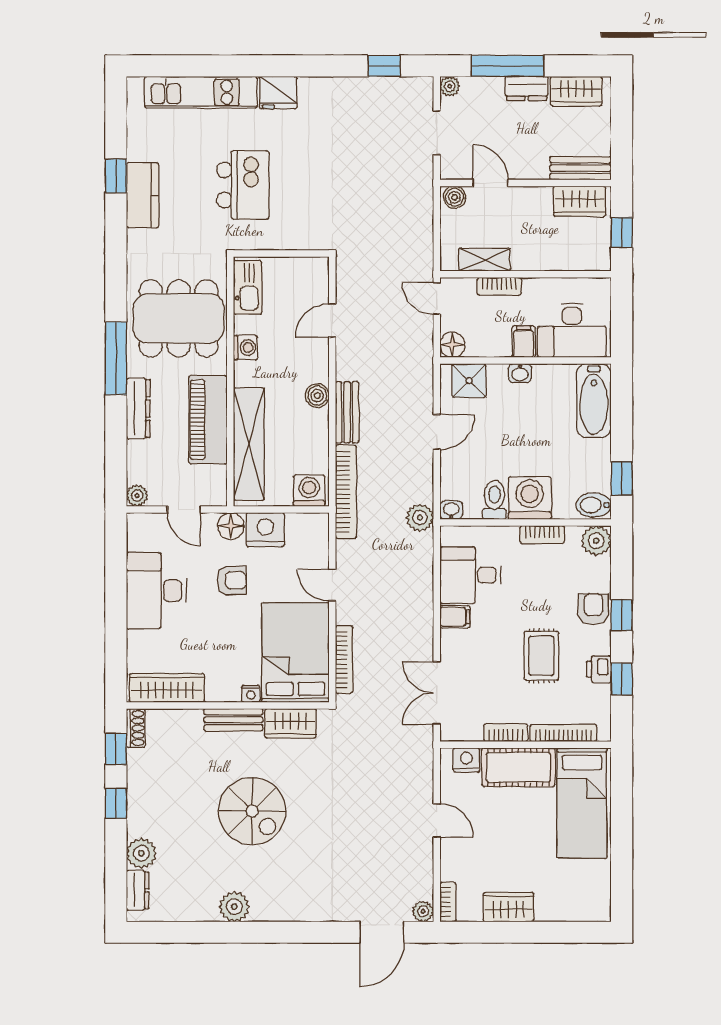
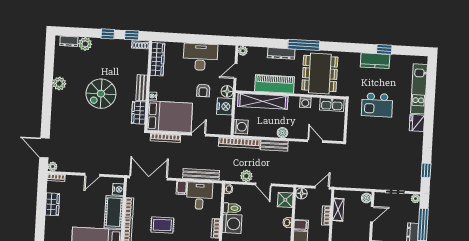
plant: (420, 518) -> (246, 176), moved
bench: (422, 574) -> (201, 174), added
double door: (437, 693) -> (148, 178), width x1.37

